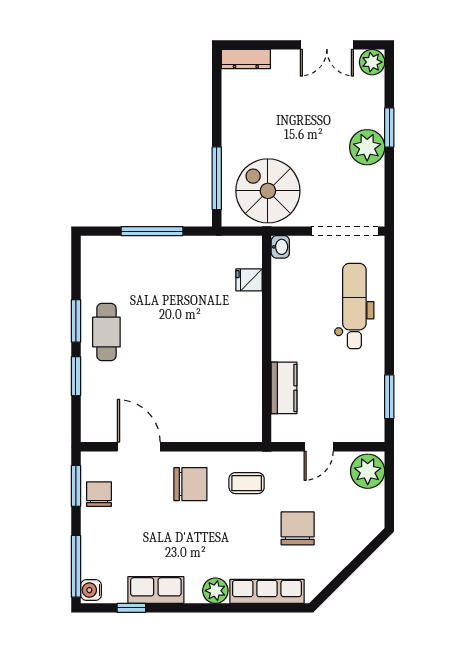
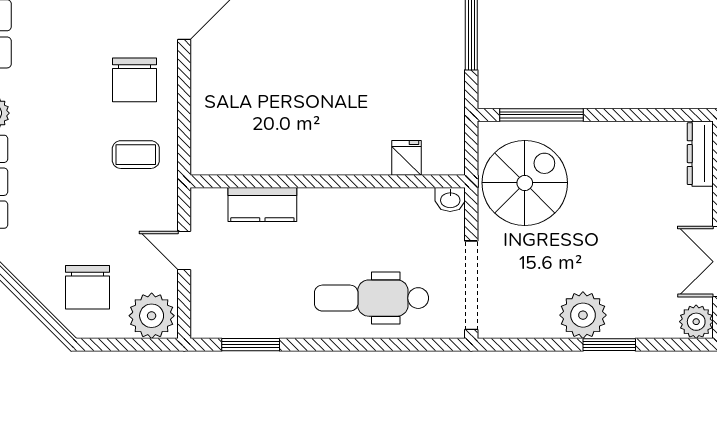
dental chair: (354, 306) -> (372, 298), turned 180
coffee table: (247, 483) -> (136, 155), turned 90
chair: (298, 528) -> (87, 287), moved, turned 90

